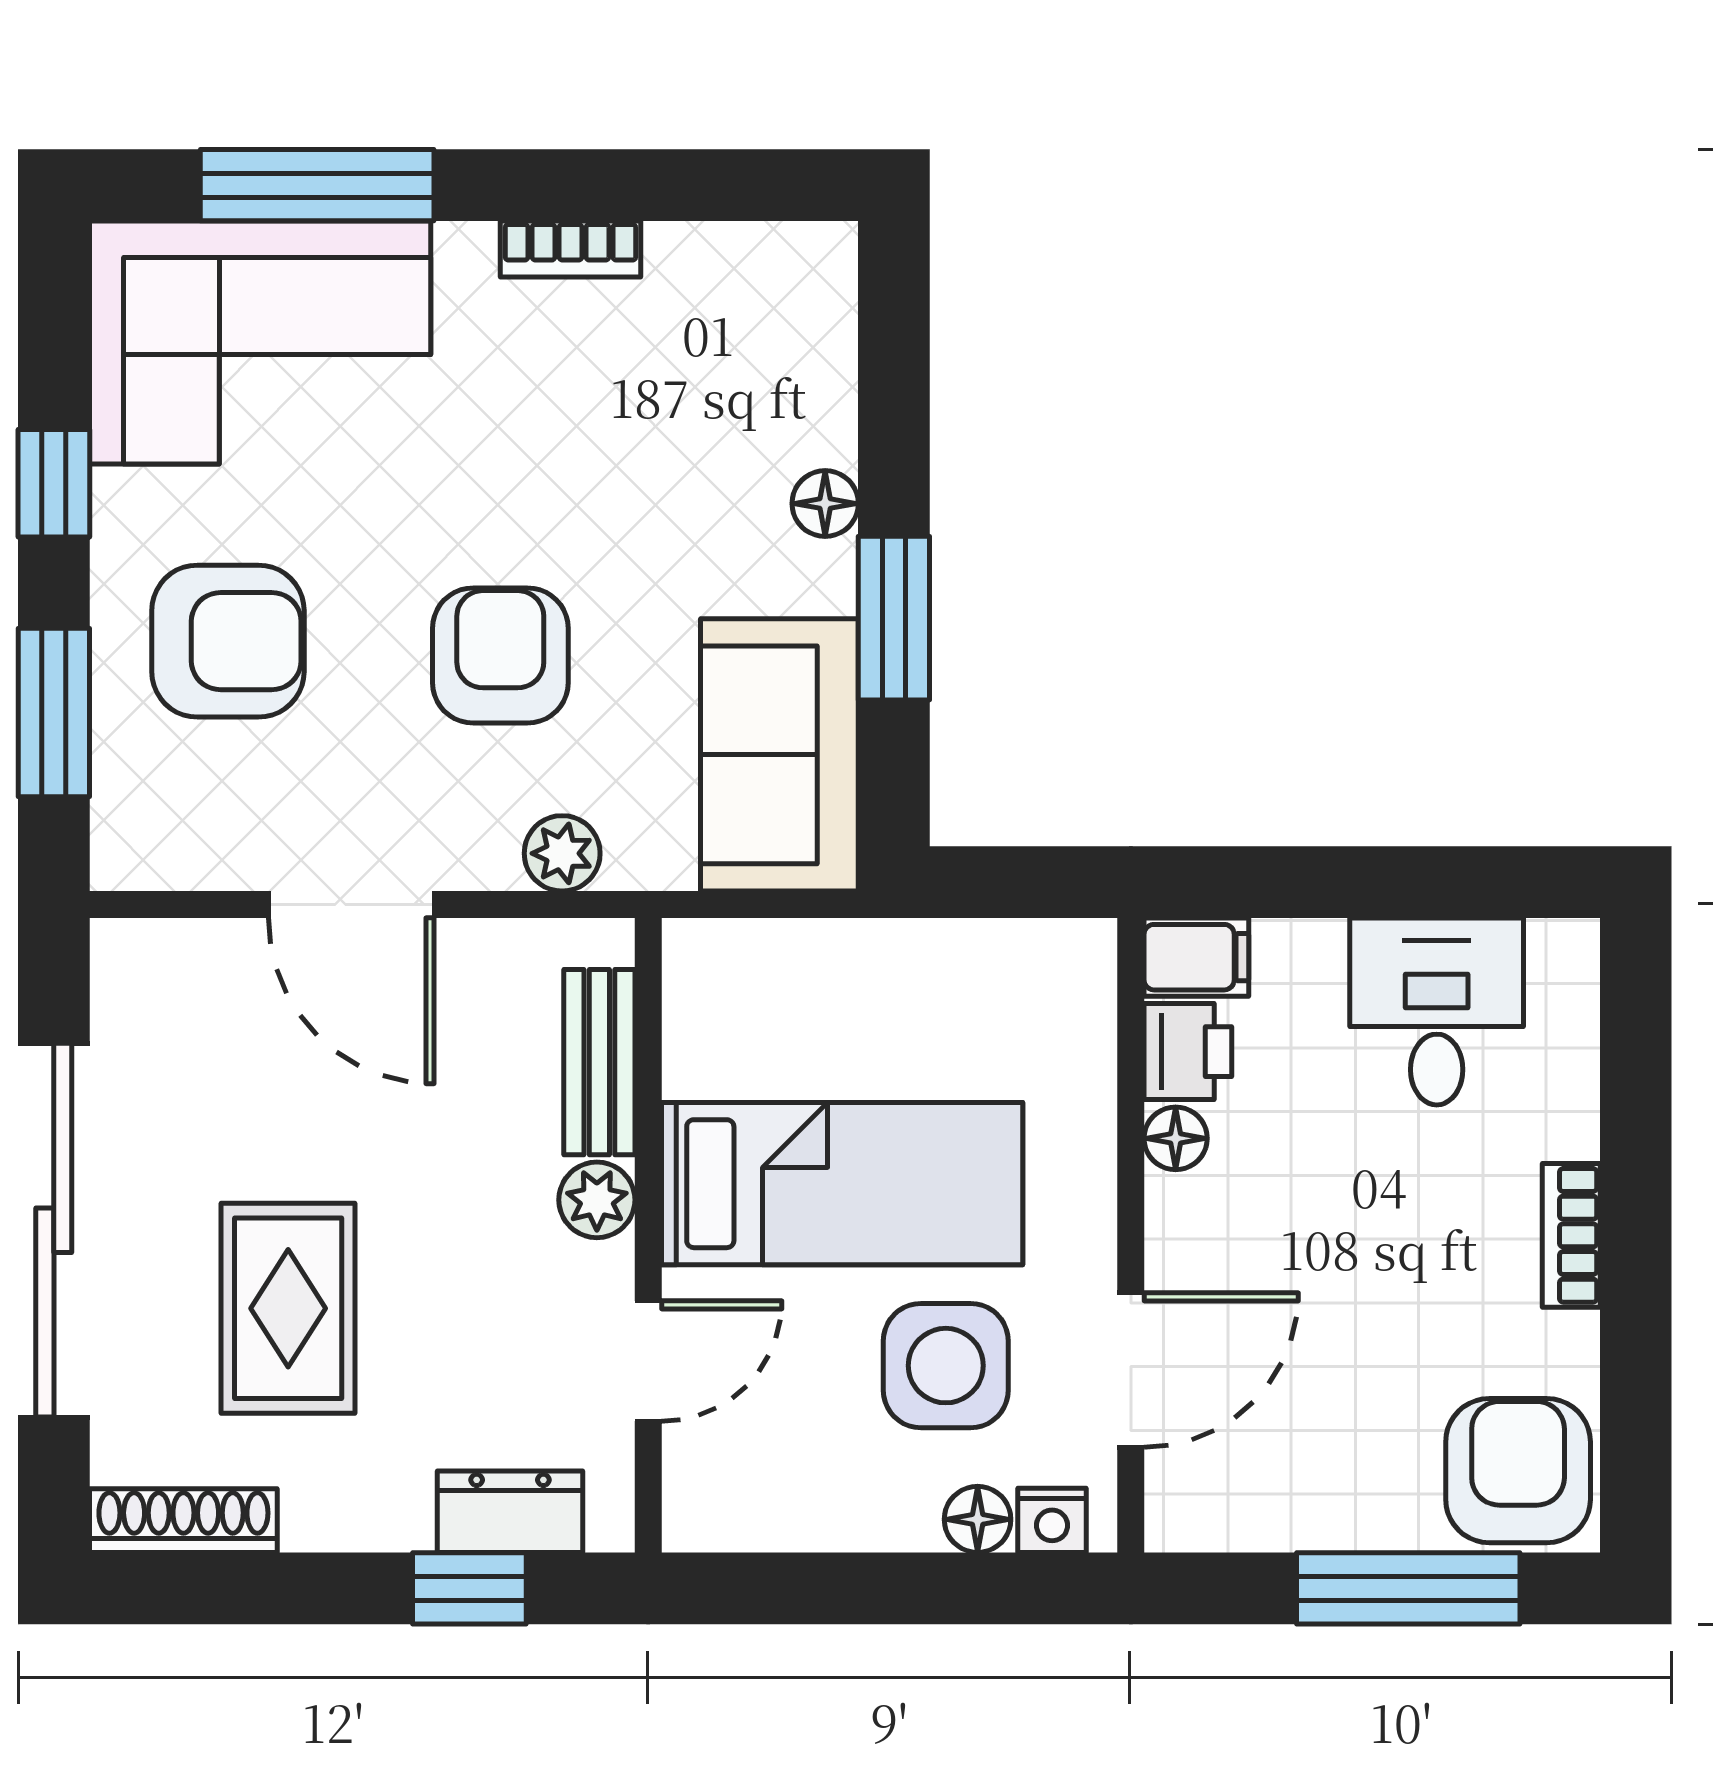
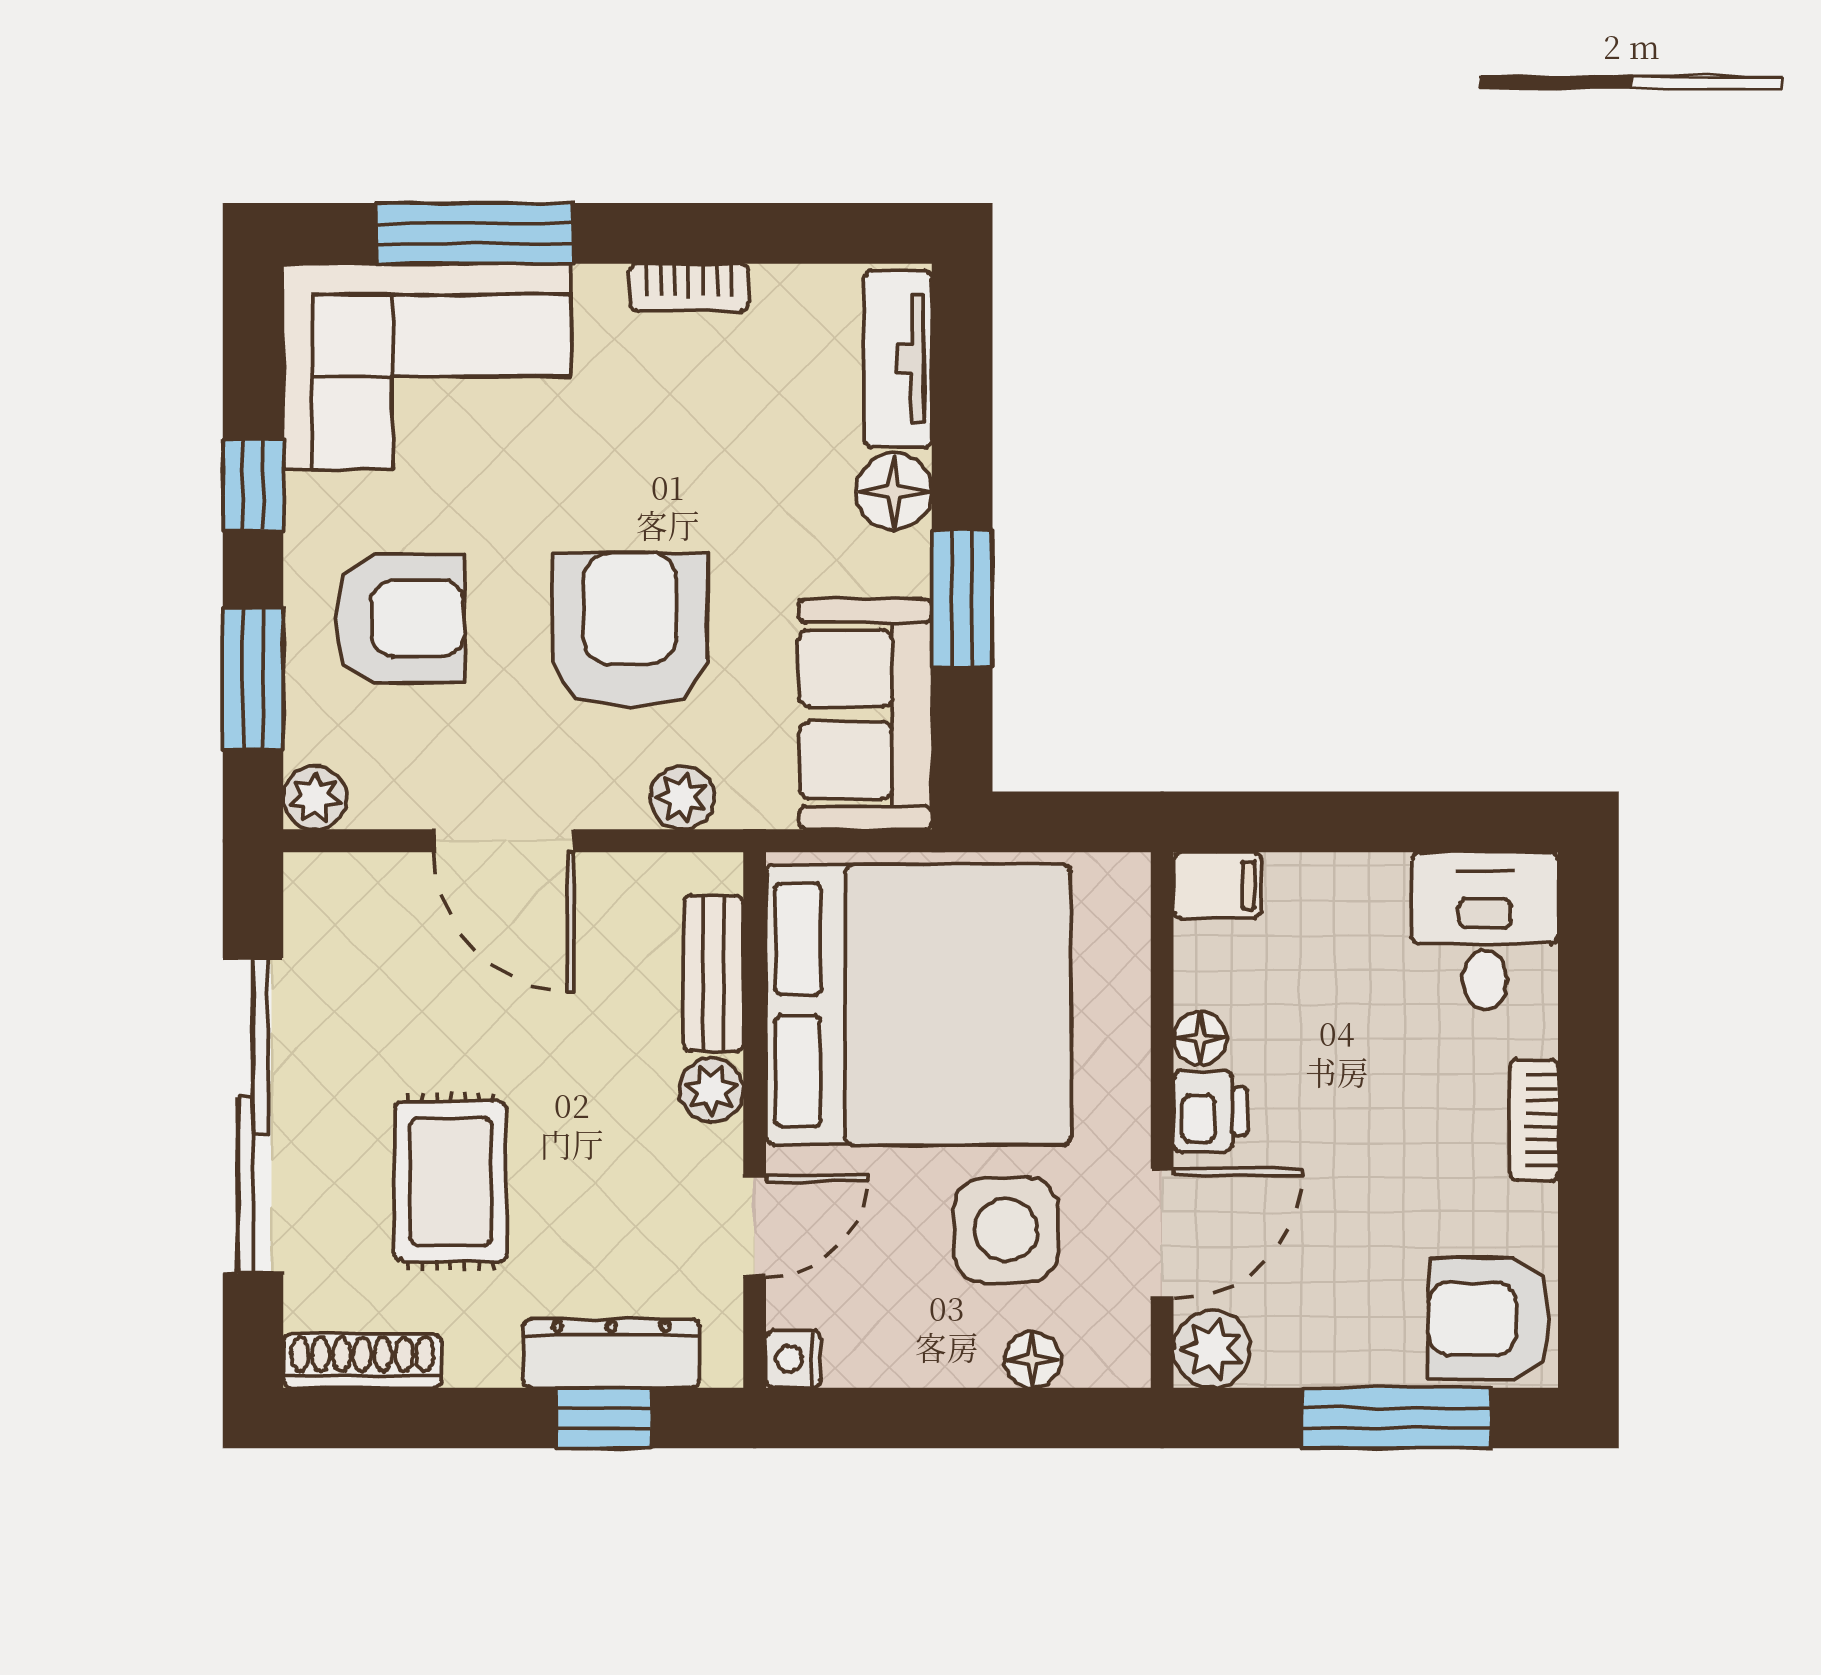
tv unit: (818, 334) -> (898, 359), added
floor lamp: (825, 504) -> (894, 492), width x1.37, depth x1.37
armchair: (500, 655) -> (630, 630), width x1.36, depth x1.36
plant: (127, 854) -> (315, 798), added
desk: (1437, 1012) -> (1485, 931), moved
printer: (1188, 1052) -> (1210, 1111), moved
bed: (842, 1184) -> (918, 1005), width x2.04
armchair: (1518, 1471) -> (1489, 1319), turned -90
plant: (1190, 1507) -> (1212, 1349), added
dresser: (510, 1512) -> (611, 1353), width x1.44
nightstand: (1052, 1520) -> (793, 1359), moved, turned 90

